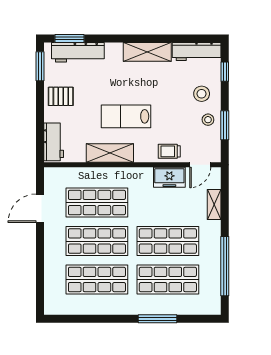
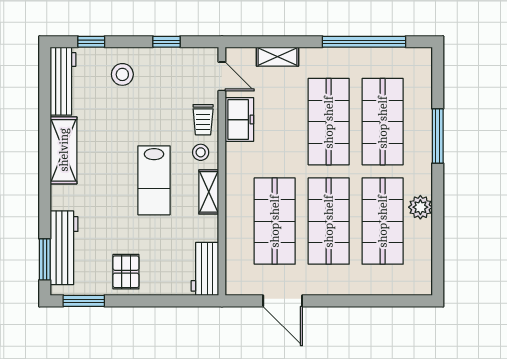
stool: (208, 120) -> (201, 152), moved
window: (225, 125) -> (167, 42), width x0.67
workbench: (54, 142) -> (205, 269), moved, turned -90
shelving: (110, 153) -> (209, 192), width x0.67, depth x0.75
plant: (107, 306) -> (420, 207), added

